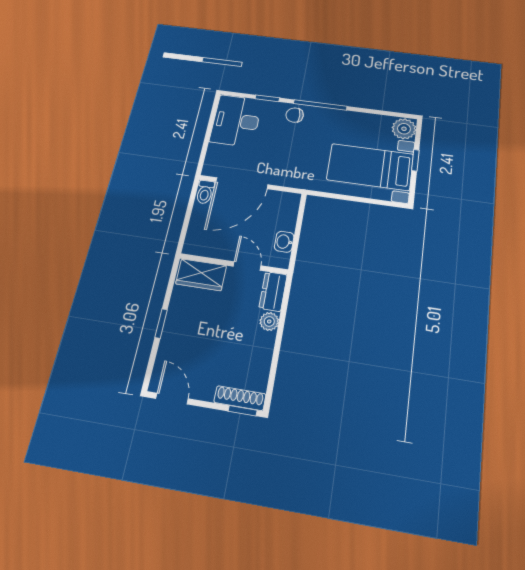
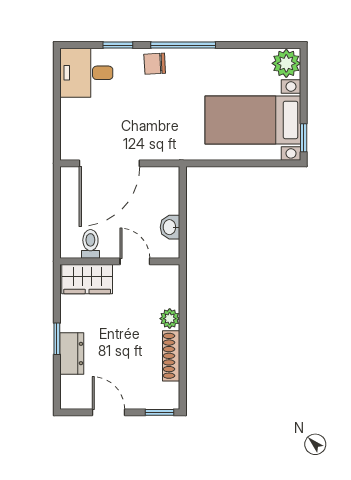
desk: (236, 121) -> (86, 73), width x0.73
window: (415, 160) -> (304, 138), moved
toilet: (205, 192) -> (90, 244), moved, turned 180
dresser: (273, 291) -> (72, 353), moved, turned 180
shoe rack: (240, 398) -> (171, 356), moved, turned -90
door: (172, 399) -> (108, 412), moved

